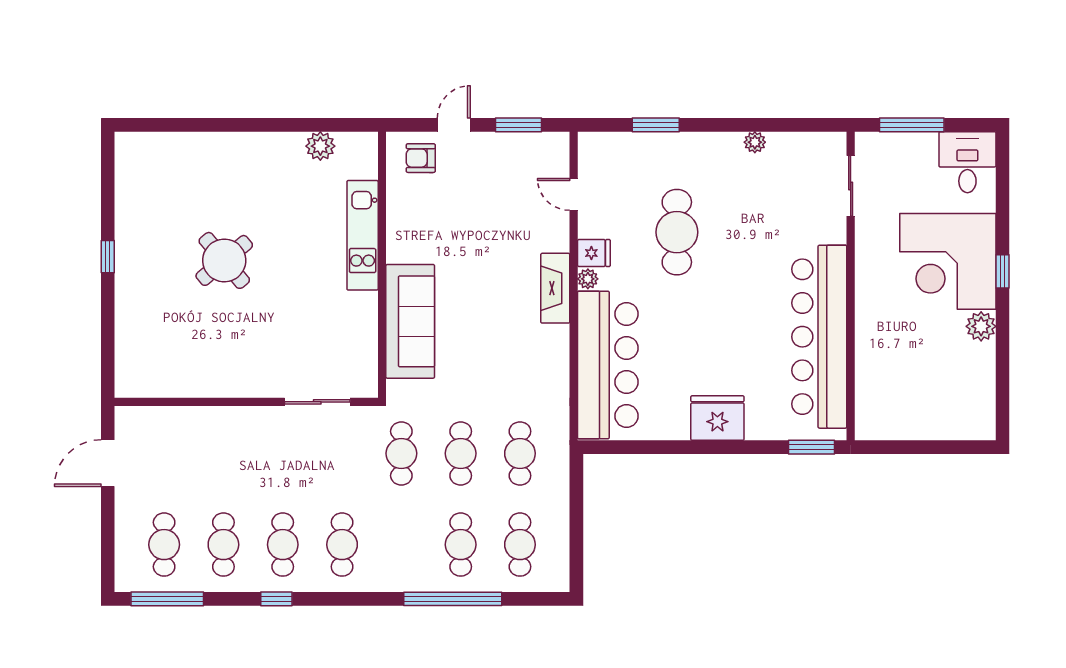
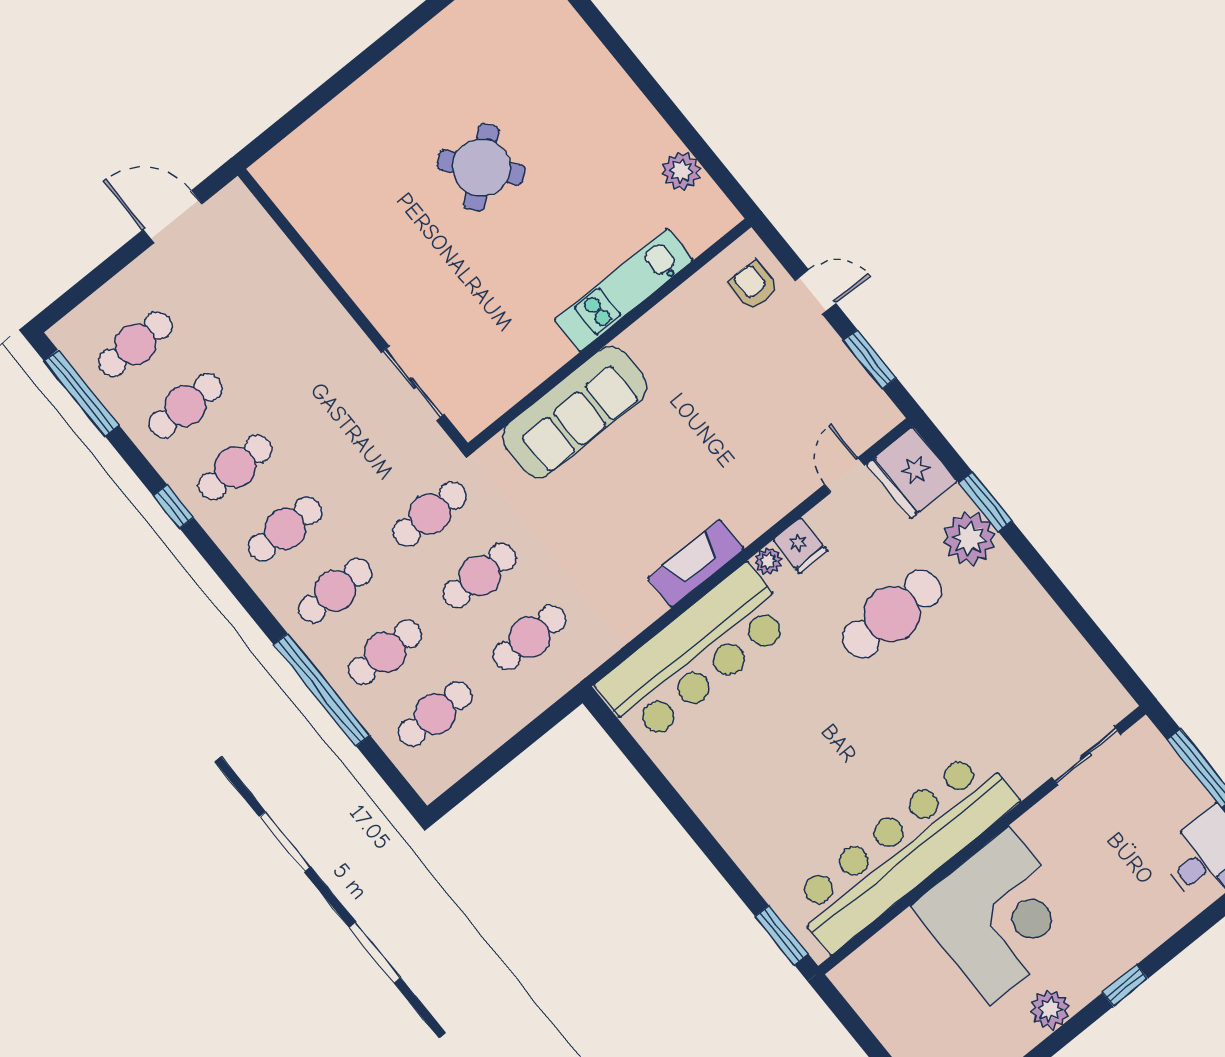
plant: (755, 142) -> (969, 538), moved, width x1.88, depth x1.88
window: (108, 257) -> (387, 43), removed
corner desk: (948, 261) -> (999, 916), moved, turned 180
fireplace: (555, 288) -> (696, 564), moved
fridge: (717, 418) -> (912, 473), moved, turned 180
cafe table: (401, 545) -> (335, 591), added

